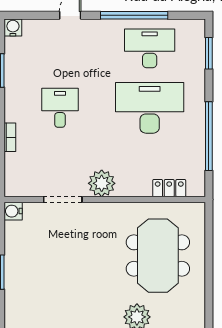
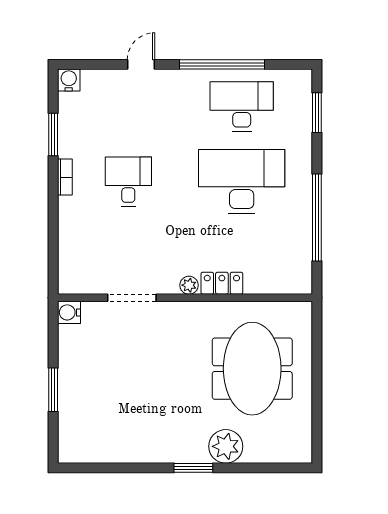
bookcase: (10, 137) -> (65, 177), moved
plant: (102, 183) -> (189, 285), width x0.53, depth x0.53
locker: (169, 188) -> (222, 283), moved

